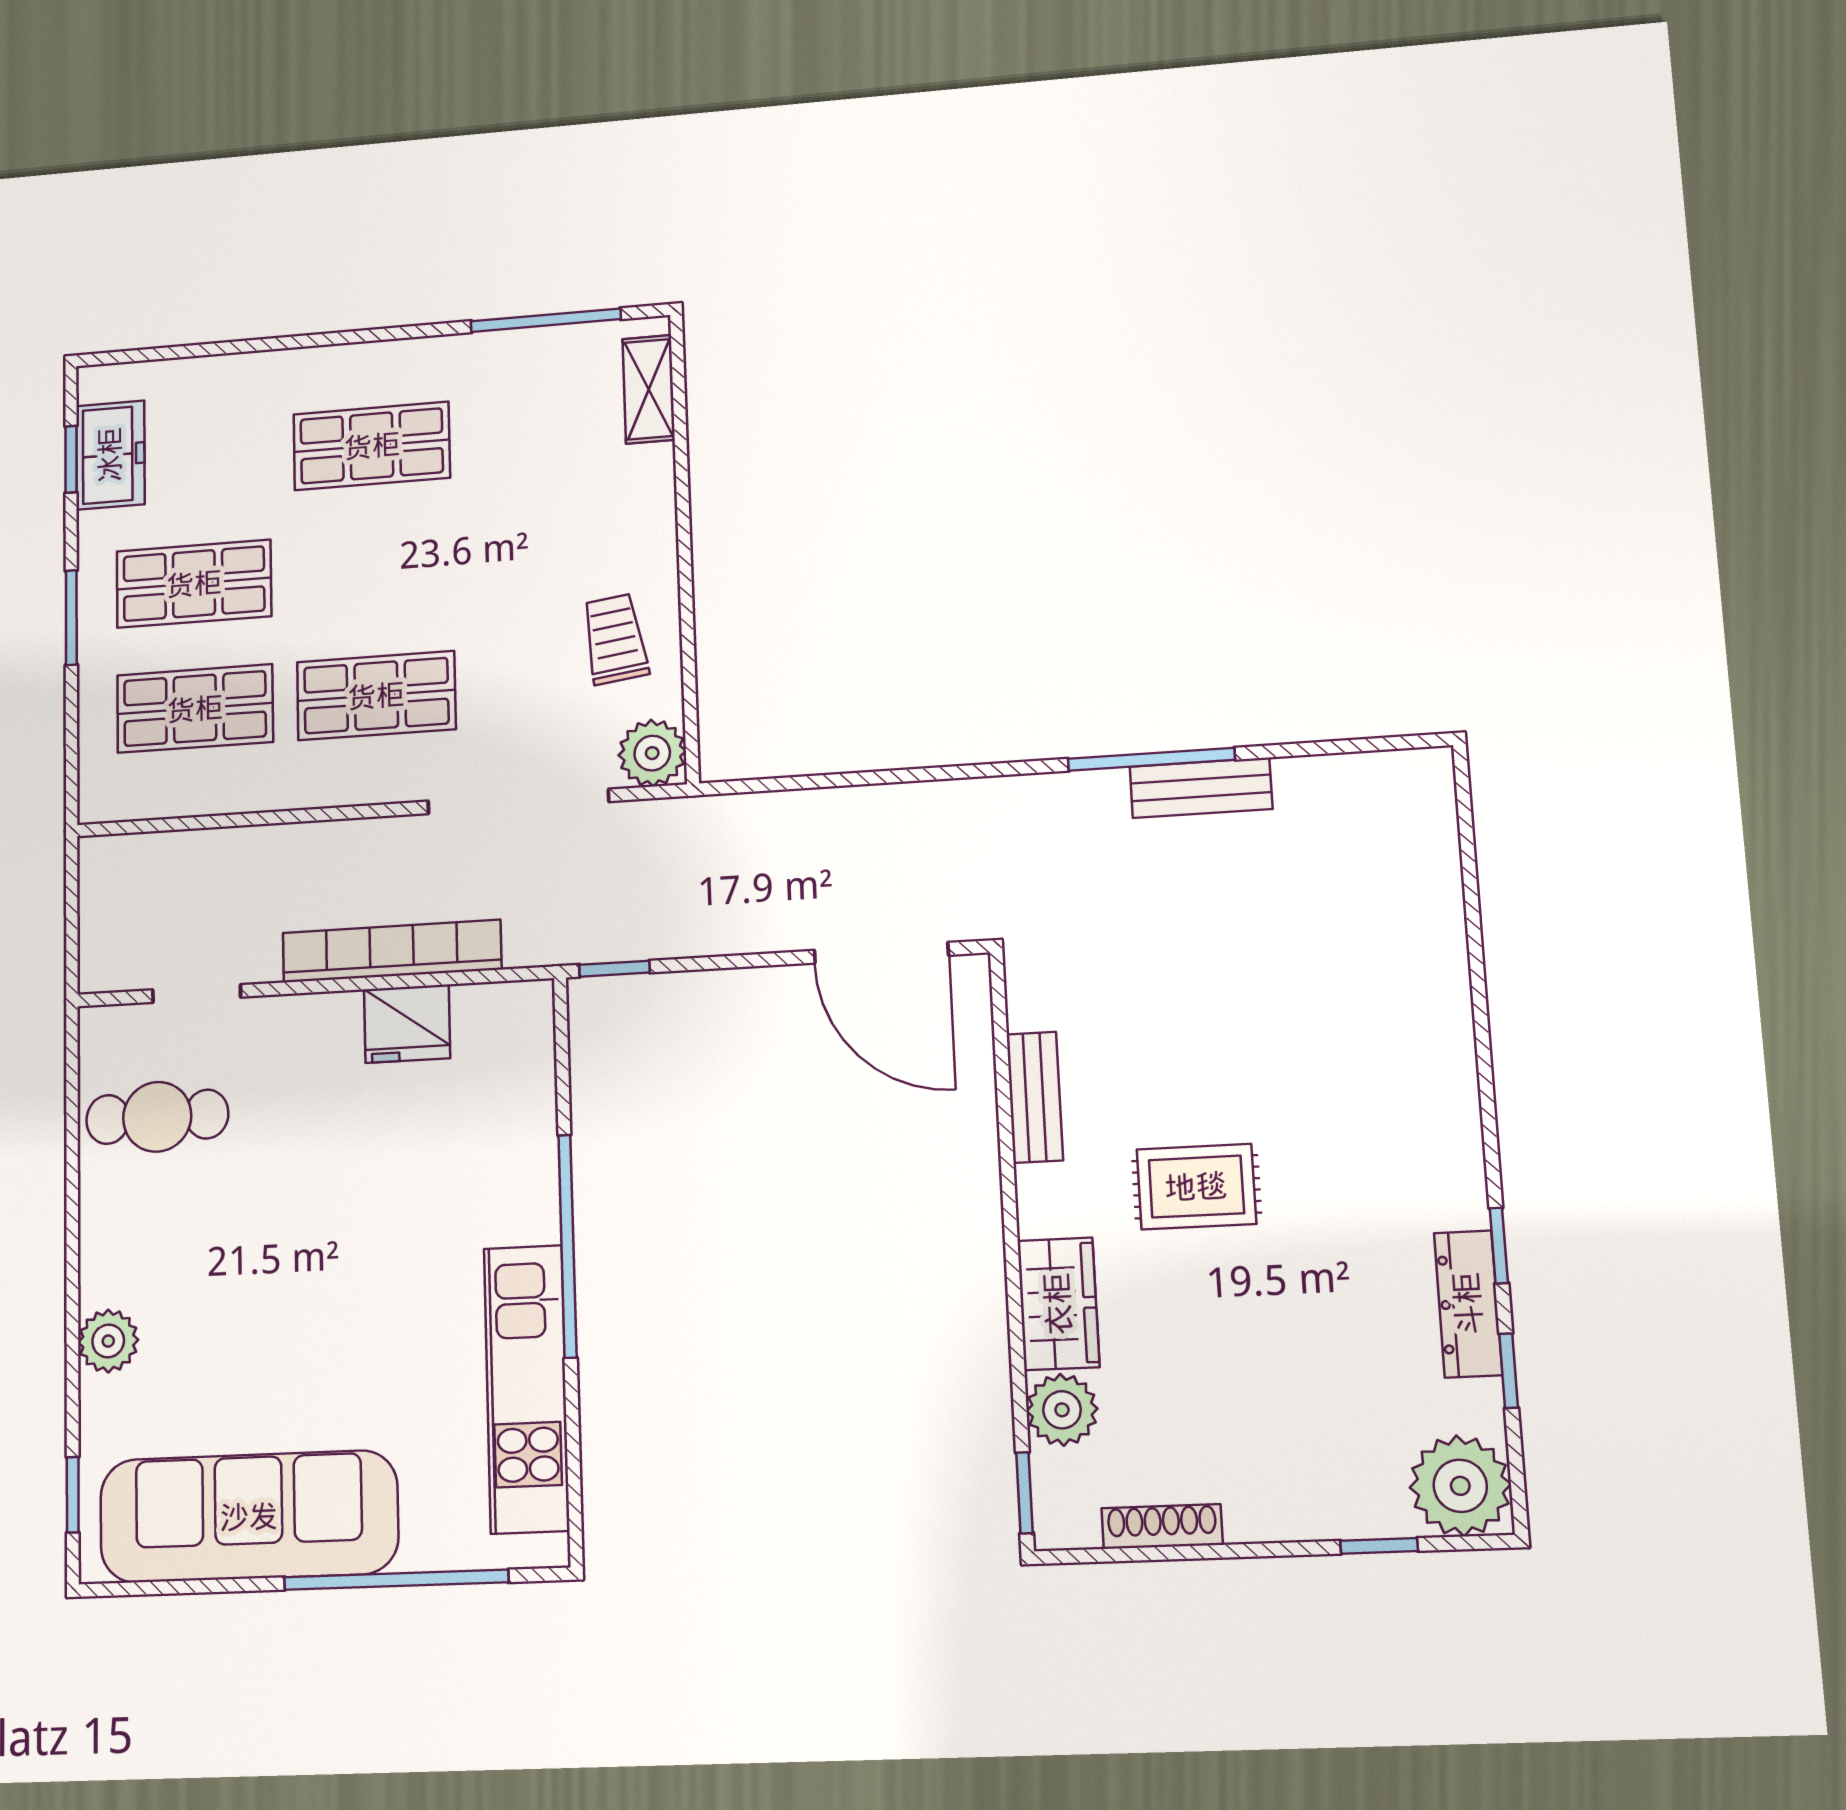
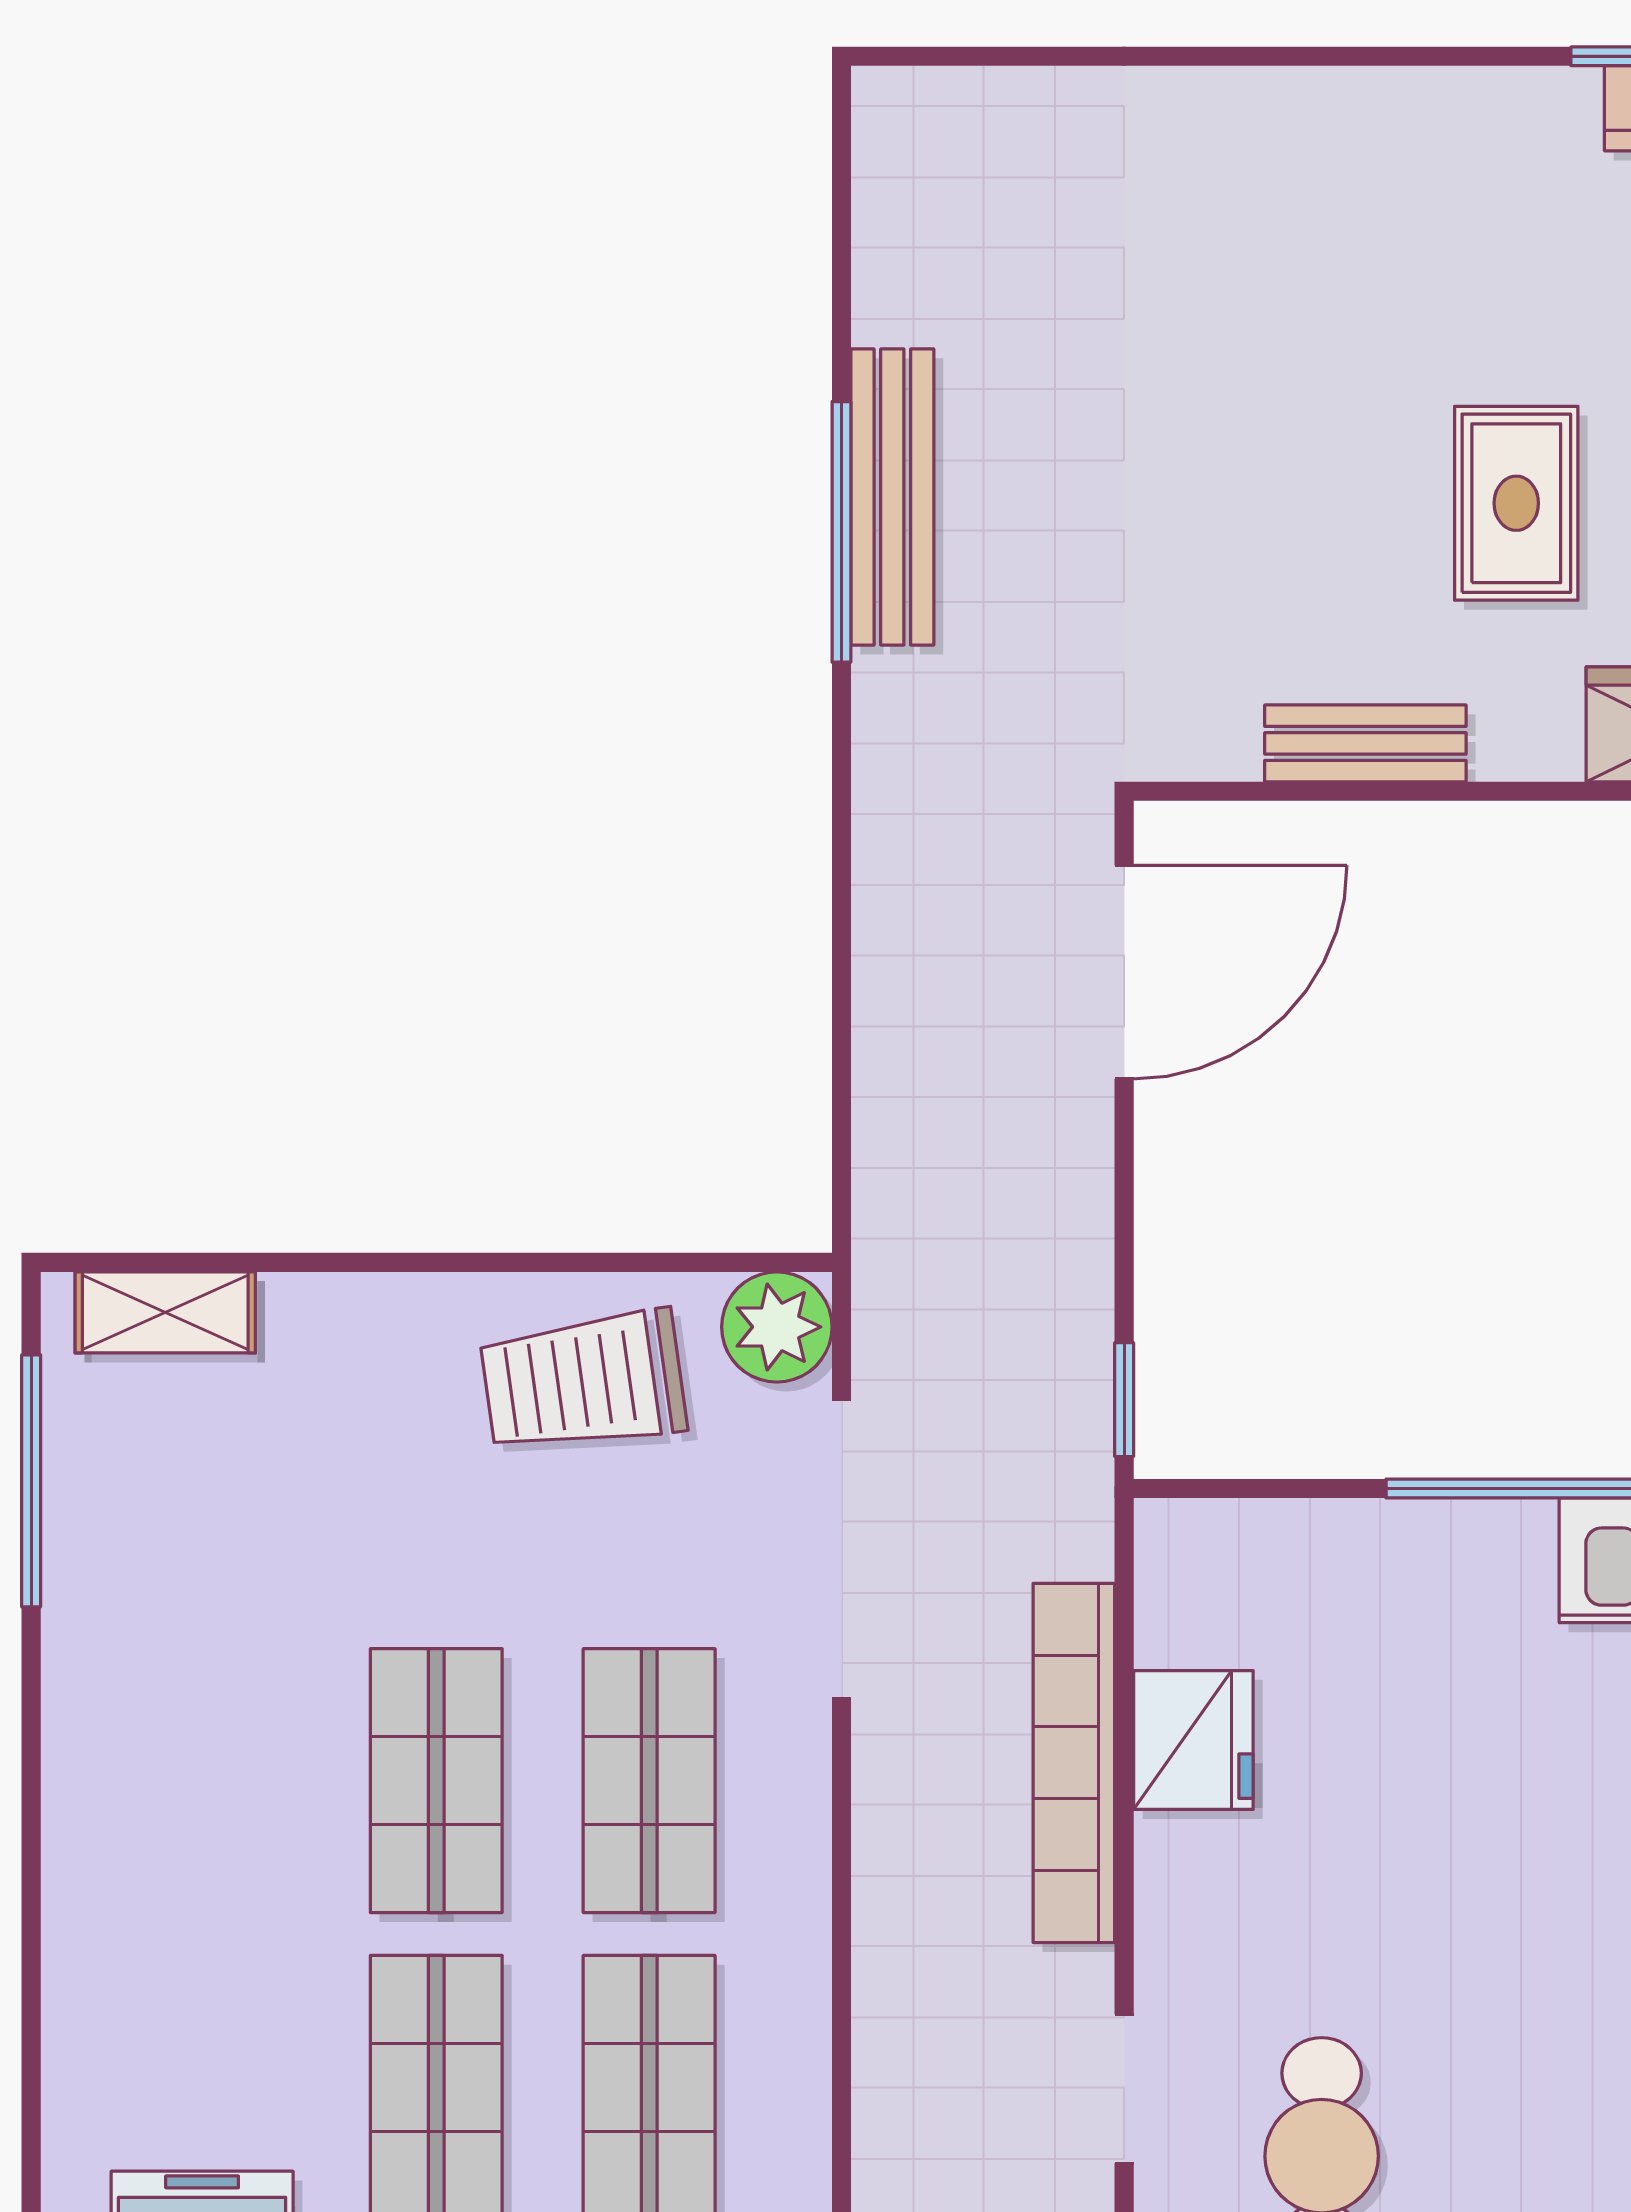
shop shelf: (372, 446) -> (436, 1781), moved
trolley: (615, 639) -> (583, 1382), width x1.36, depth x1.39
bench: (1201, 788) -> (892, 497), width x1.36

